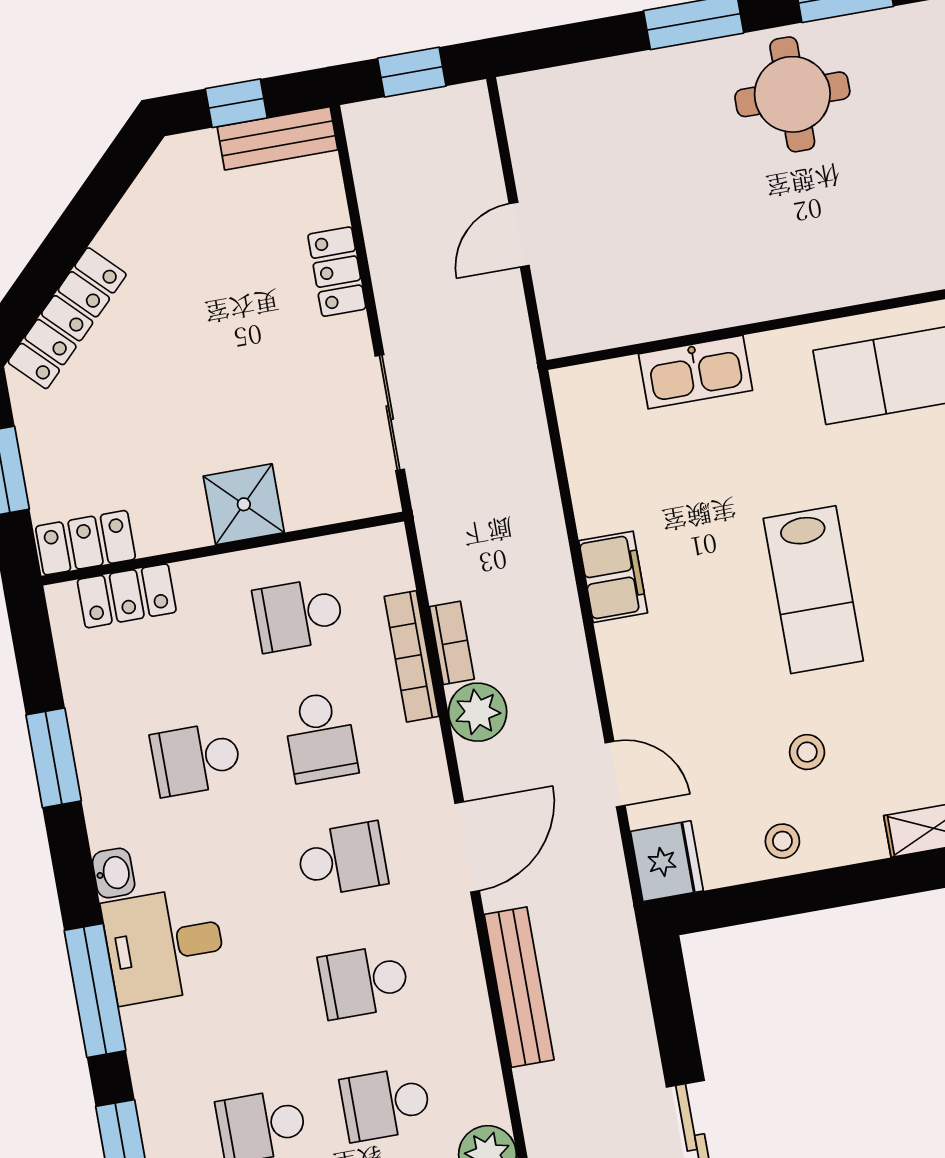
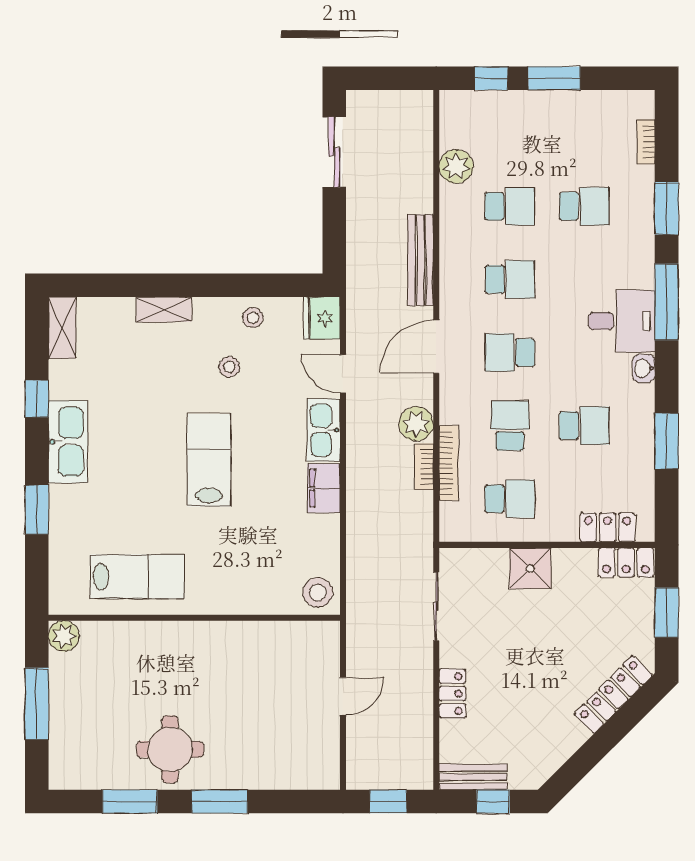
kitchen sink: (695, 372) -> (324, 430), moved, turned -90
stool: (592, 401) -> (318, 592), added

